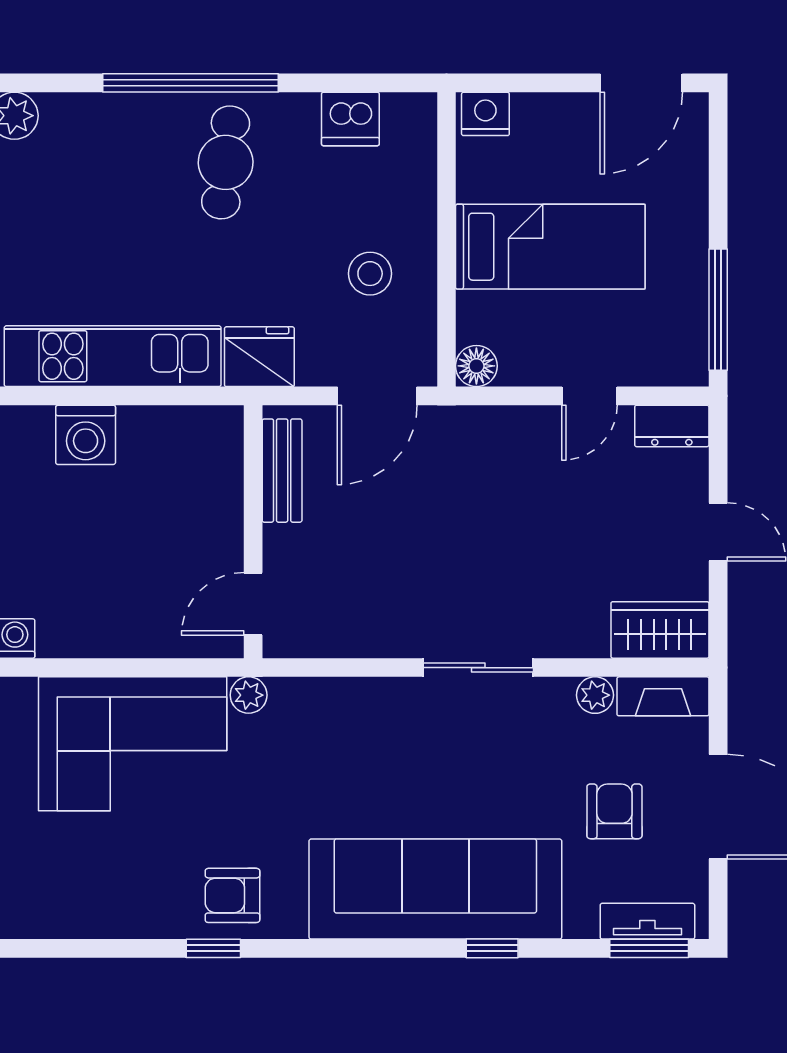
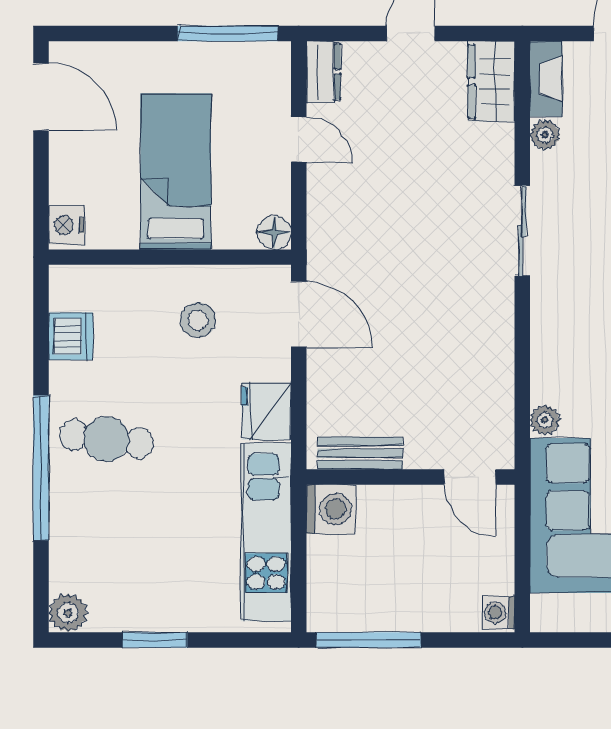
washing machine: (86, 435) -> (331, 509), moved
bench: (282, 471) -> (360, 453), moved
wall: (253, 532) -> (411, 477), moved
door: (253, 604) -> (470, 477), moved

